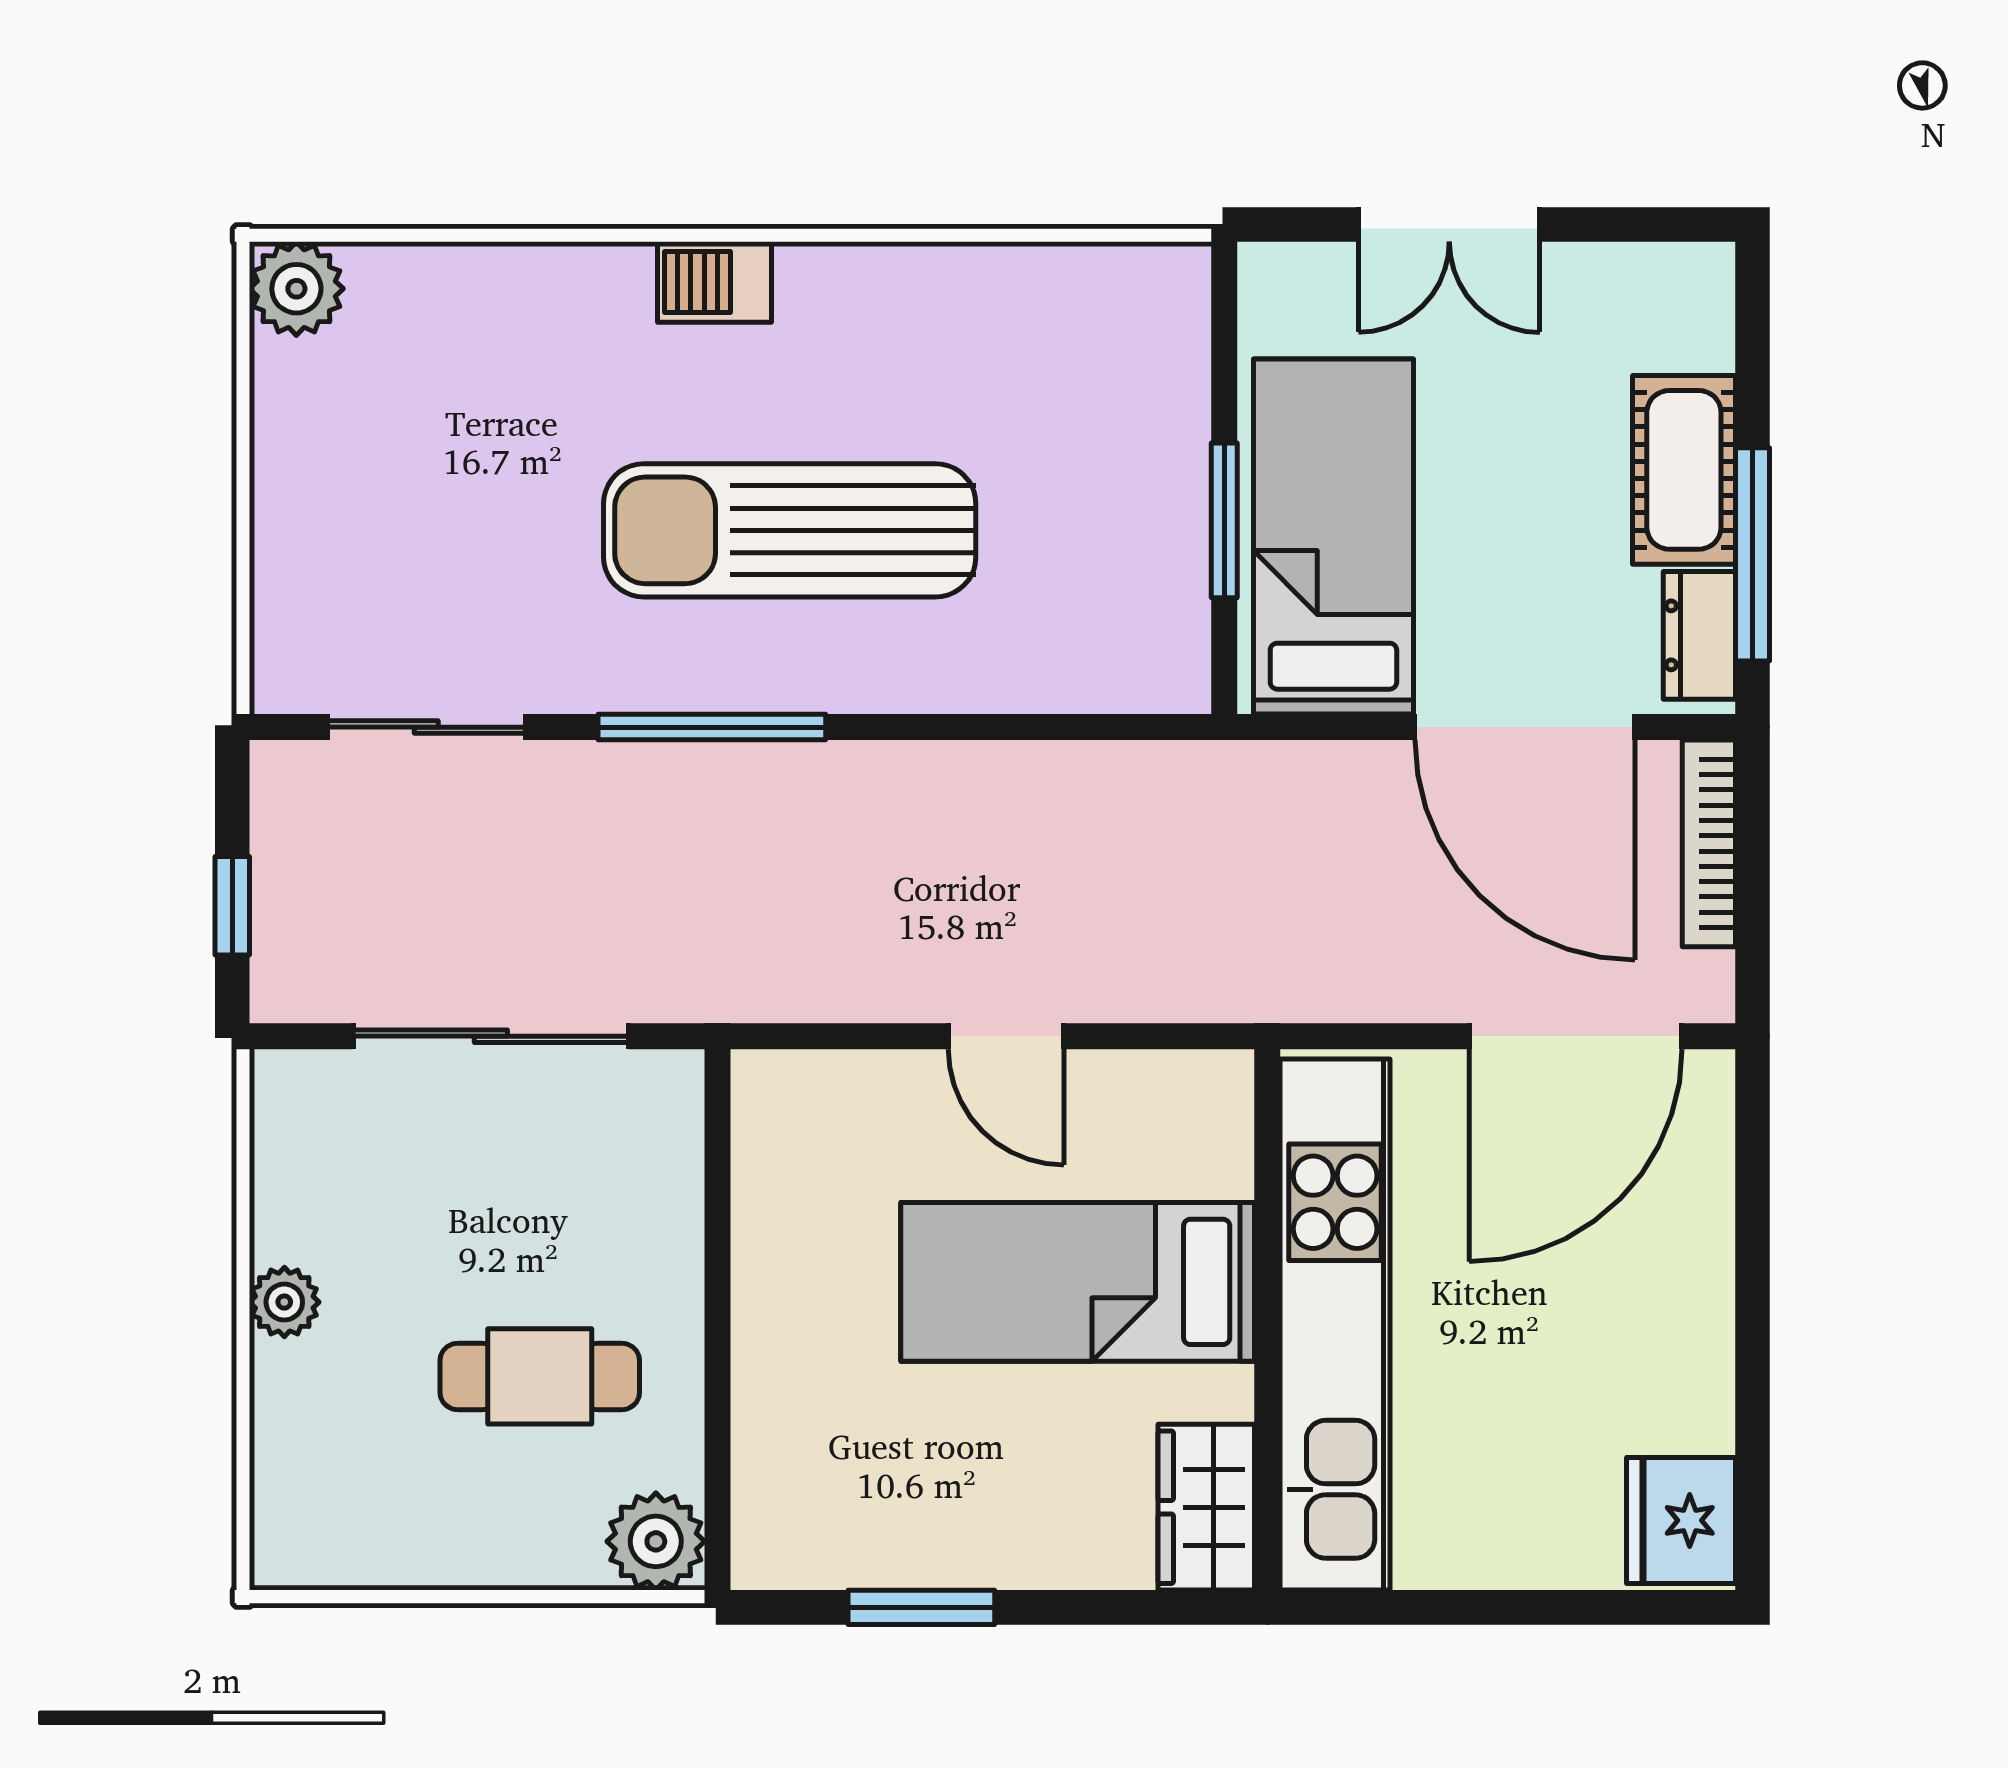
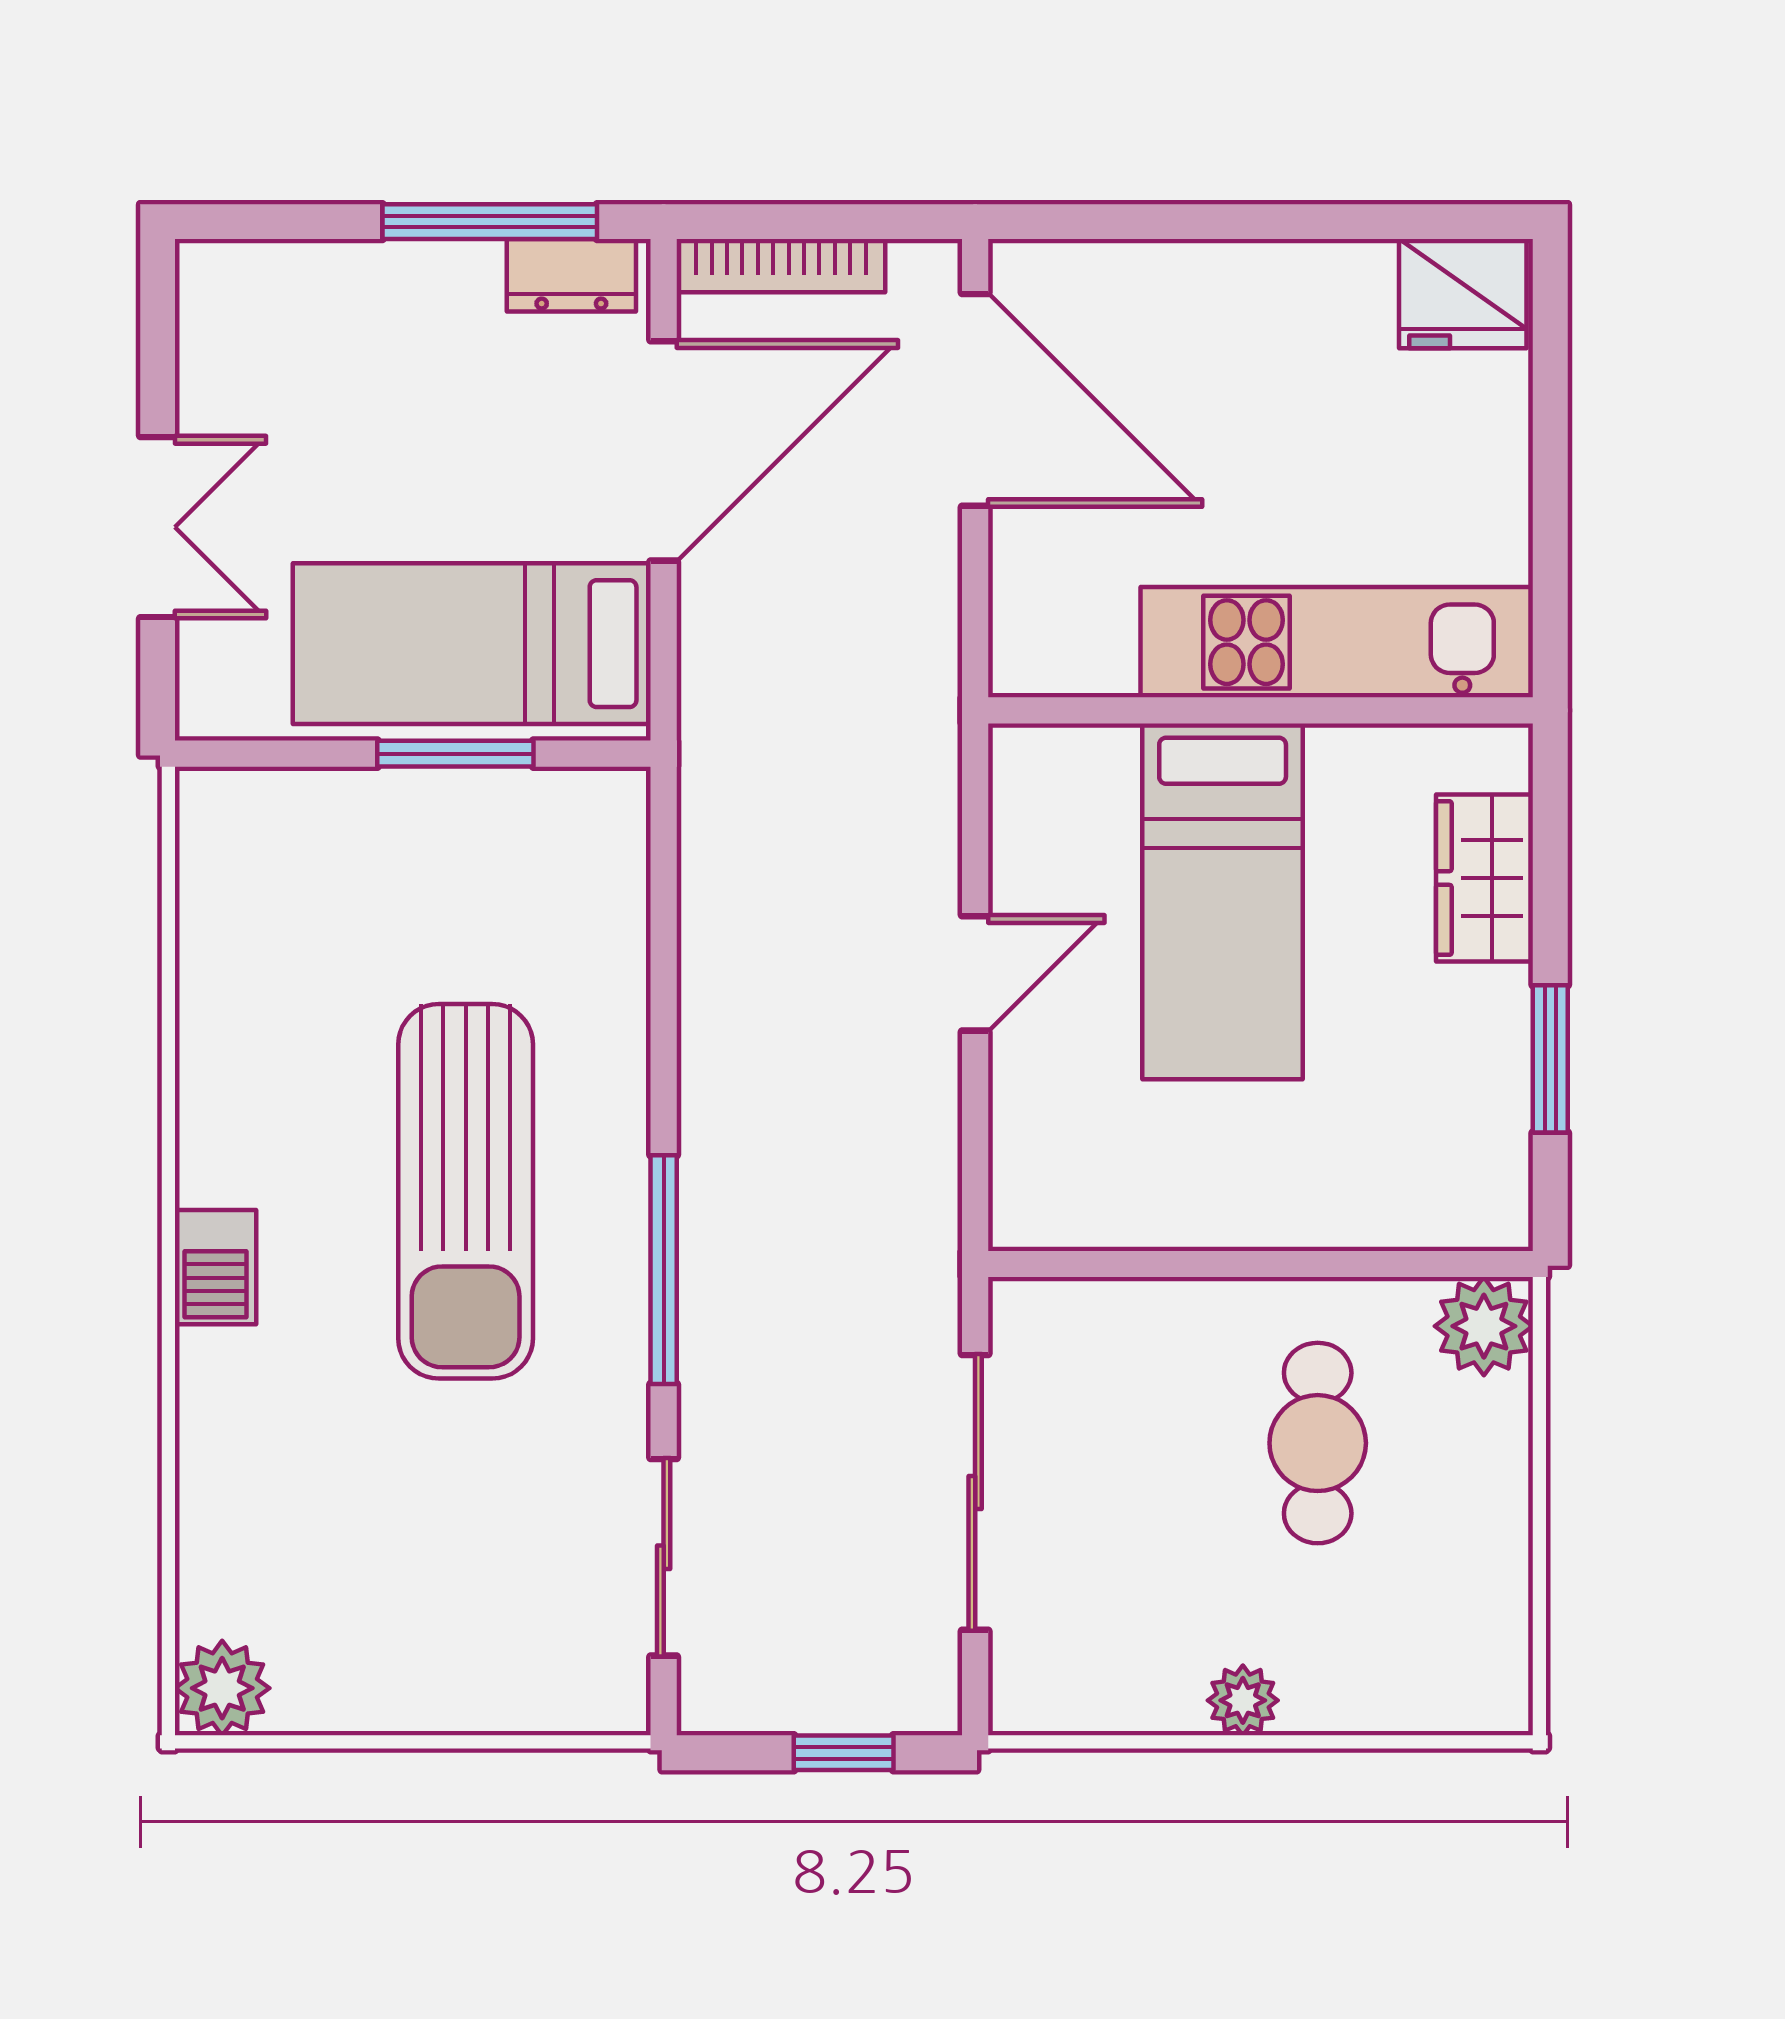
cot: (1684, 470) -> (405, 291), removed
kitchen unit: (1335, 1325) -> (1337, 642), width x0.73
wardrobe: (1206, 1507) -> (1485, 878), moved, turned 90

